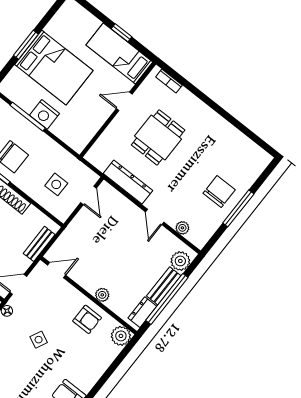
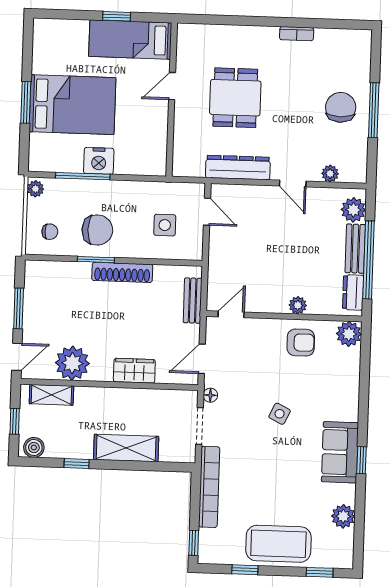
bookcase: (169, 81) -> (297, 34), moved
side table: (39, 340) -> (280, 414), moved

